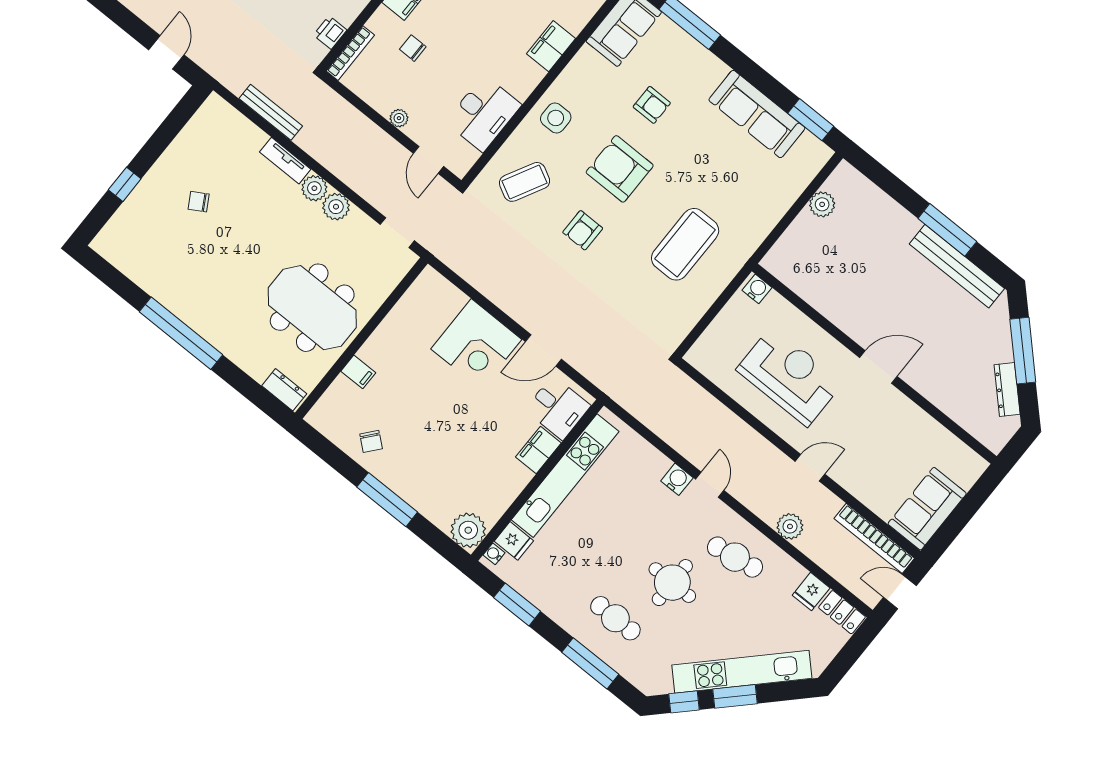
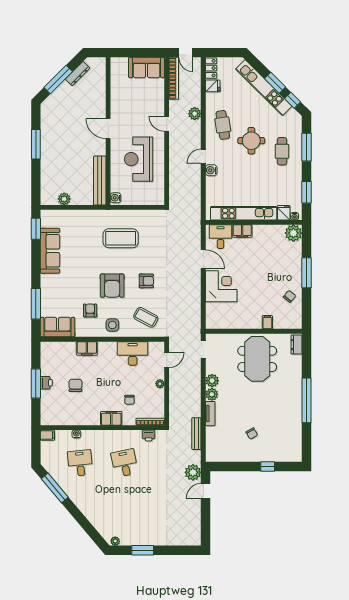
plant: (213, 56) -> (193, 472), added
armchair: (652, 105) -> (90, 310), moved
bench: (957, 266) -> (100, 181), moved

